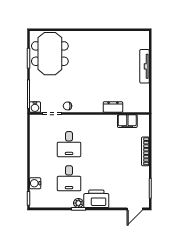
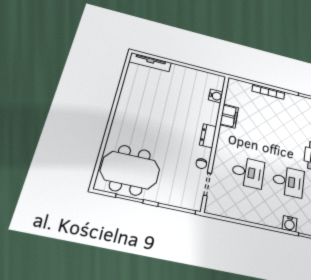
tv unit: (144, 66) -> (150, 62), moved
water cooler: (35, 107) -> (216, 96), moved
dresser: (113, 107) -> (208, 136), moved
filing cabinet: (127, 121) -> (229, 116), moved

